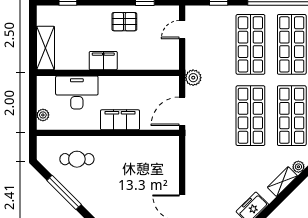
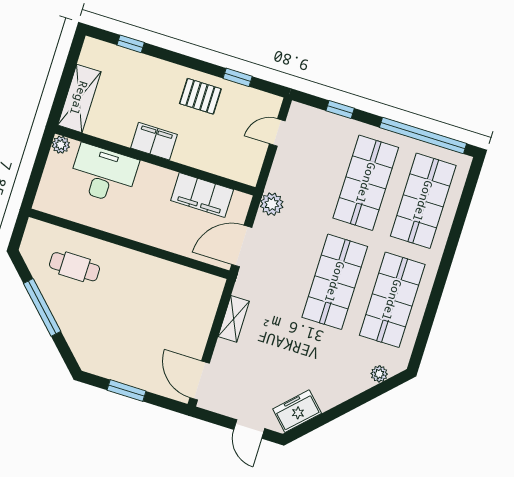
plant: (43, 115) -> (61, 145), moved
filing cabinet: (120, 120) -> (202, 195), moved, turned 180
shelving: (282, 182) -> (234, 319), moved, turned -45

